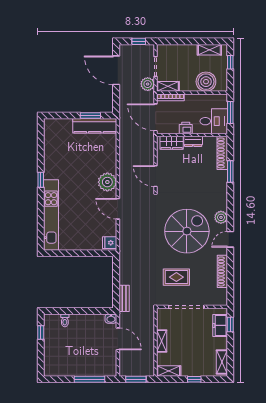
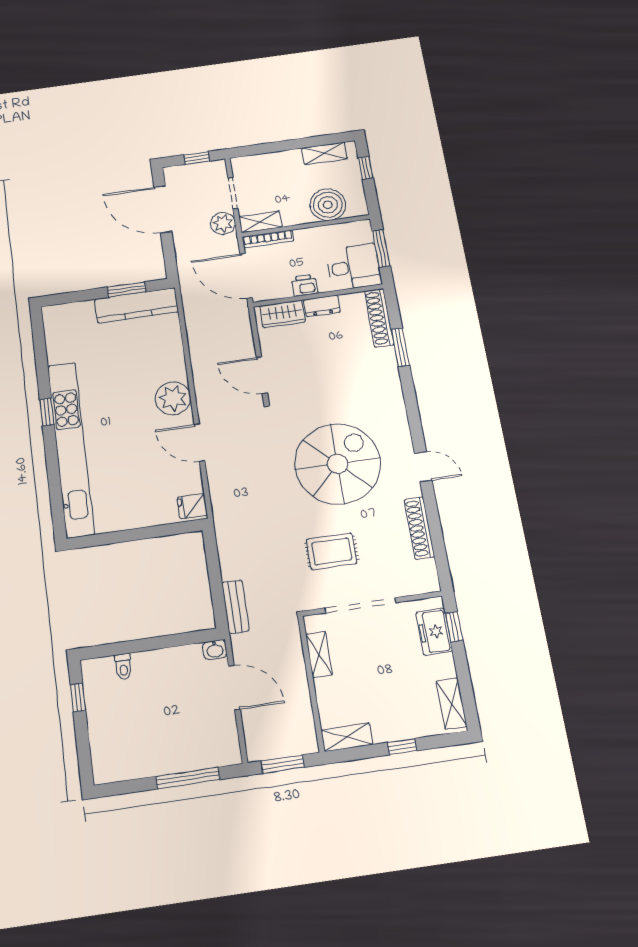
kitchen unit: (51, 215) -> (71, 449), width x1.36
plant: (221, 217) -> (398, 430), removed
door: (230, 239) -> (423, 467), swing flipped
shelving: (162, 341) -> (319, 654), moved

